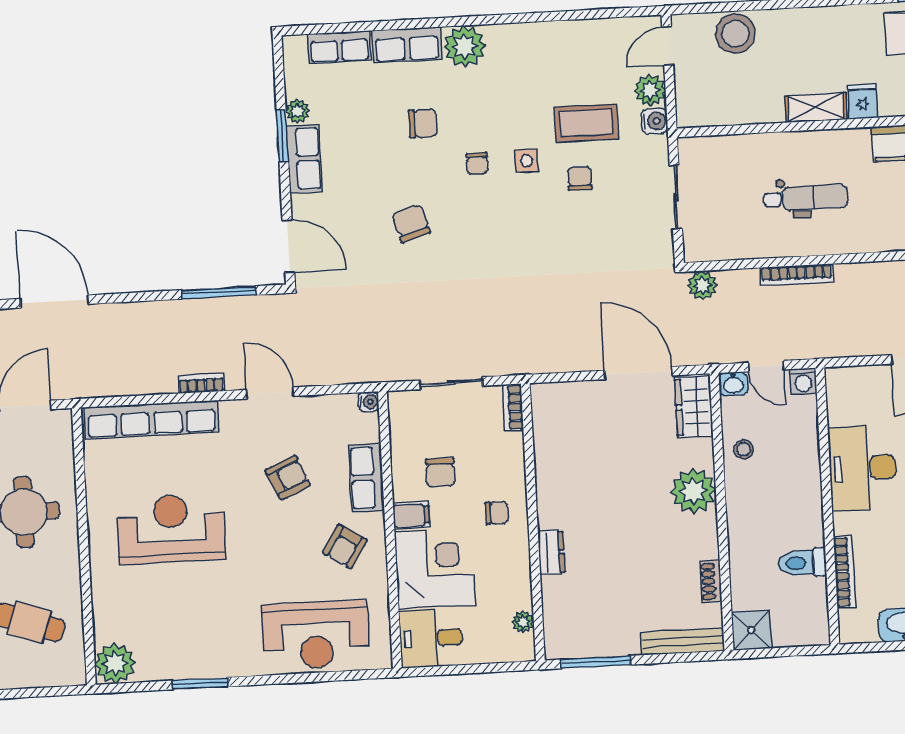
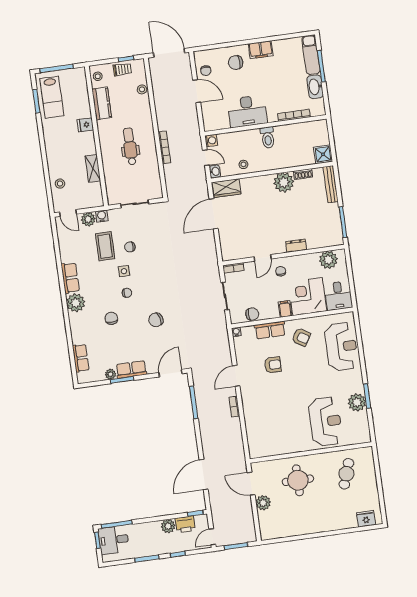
stool: (735, 34) -> (60, 184), width x0.53, depth x0.53
row of seats: (407, 45) -> (70, 278), moved
shelving: (816, 107) -> (93, 168), moved
plant: (702, 285) -> (173, 189), removed
door: (766, 366) -> (206, 158), hinge flipped
row of seats: (151, 420) -> (252, 427), removed
chair: (440, 473) -> (252, 314), moved
door: (530, 475) -> (263, 258), added
armchair: (288, 477) -> (273, 365), turned 114
plant: (693, 491) -> (284, 182), moved
reception desk: (171, 529) -> (325, 422), moved, turned 180
toilet: (802, 563) -> (268, 138), moved
plant: (523, 622) -> (328, 260), width x1.88, depth x1.88
plant: (115, 663) -> (357, 402), moved

